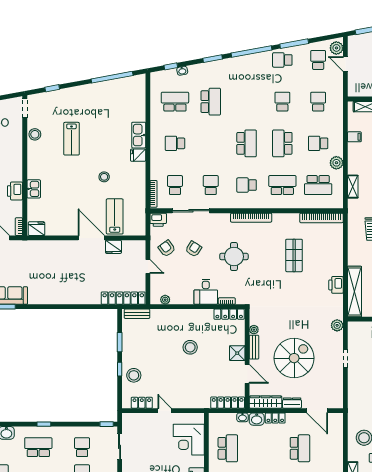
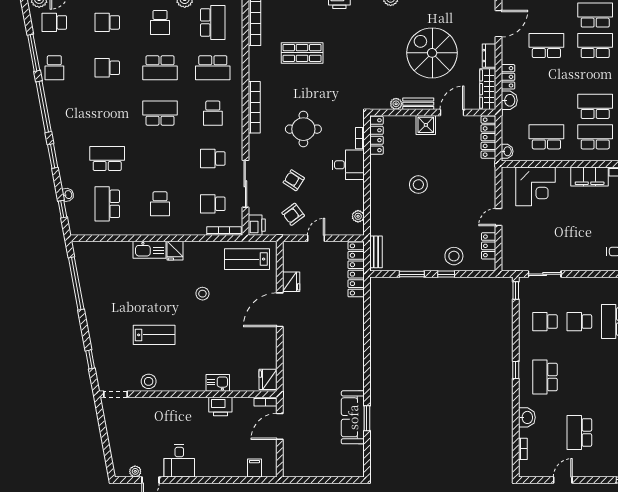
school desk: (282, 185) -> (213, 68), turned -90
lab bench: (115, 216) -> (247, 259), moved
washbasin: (242, 417) -> (507, 151), moved

